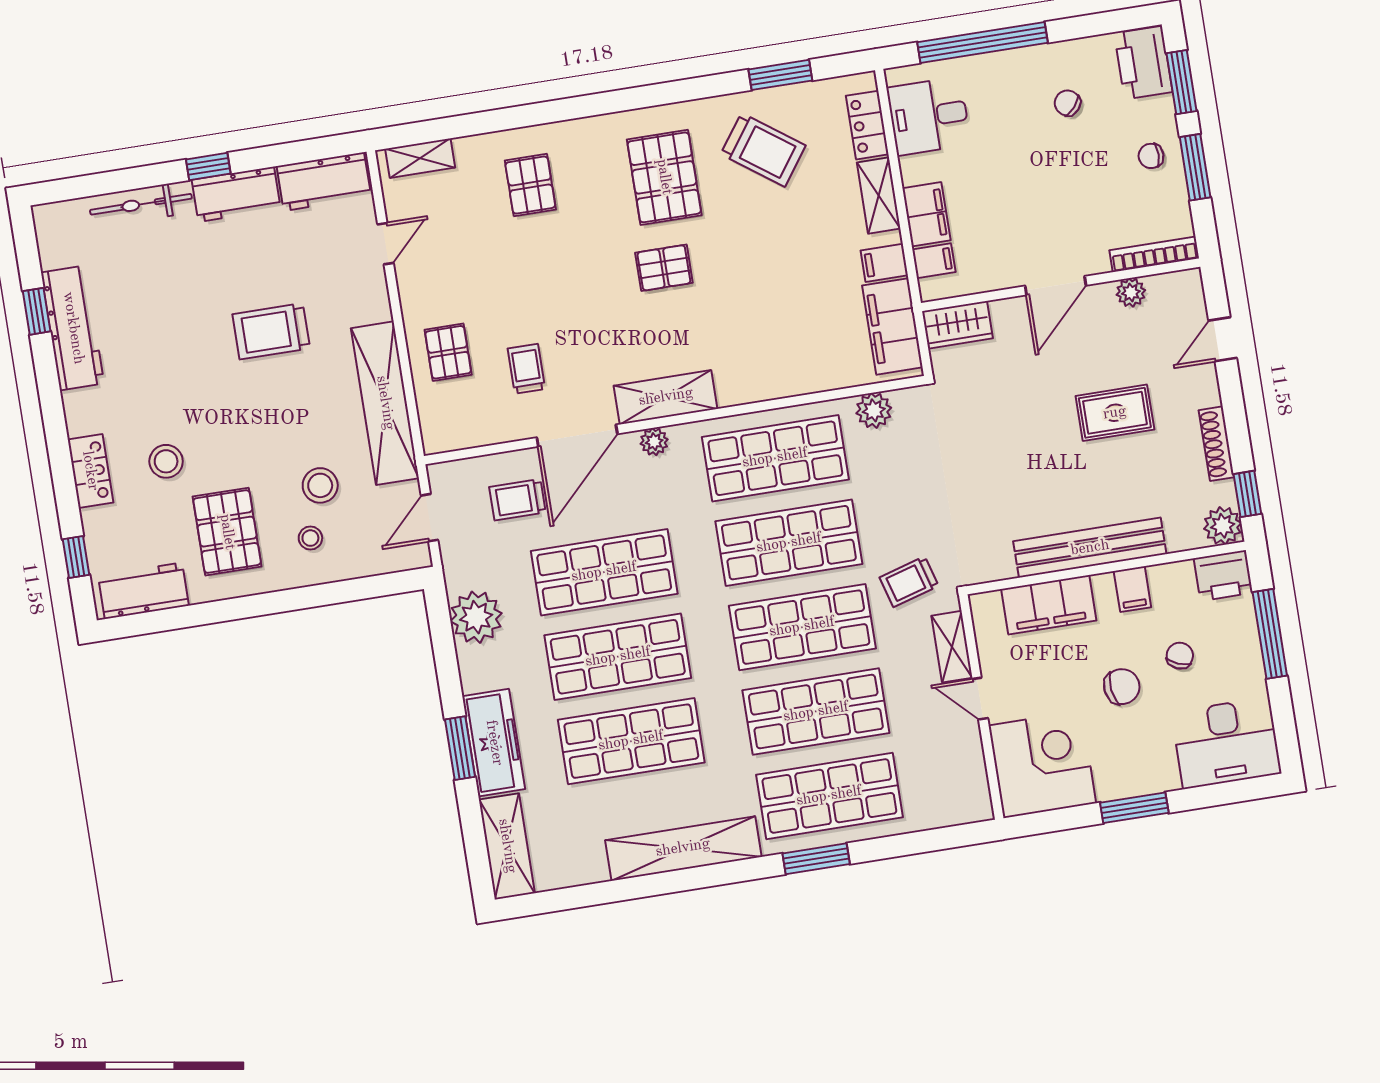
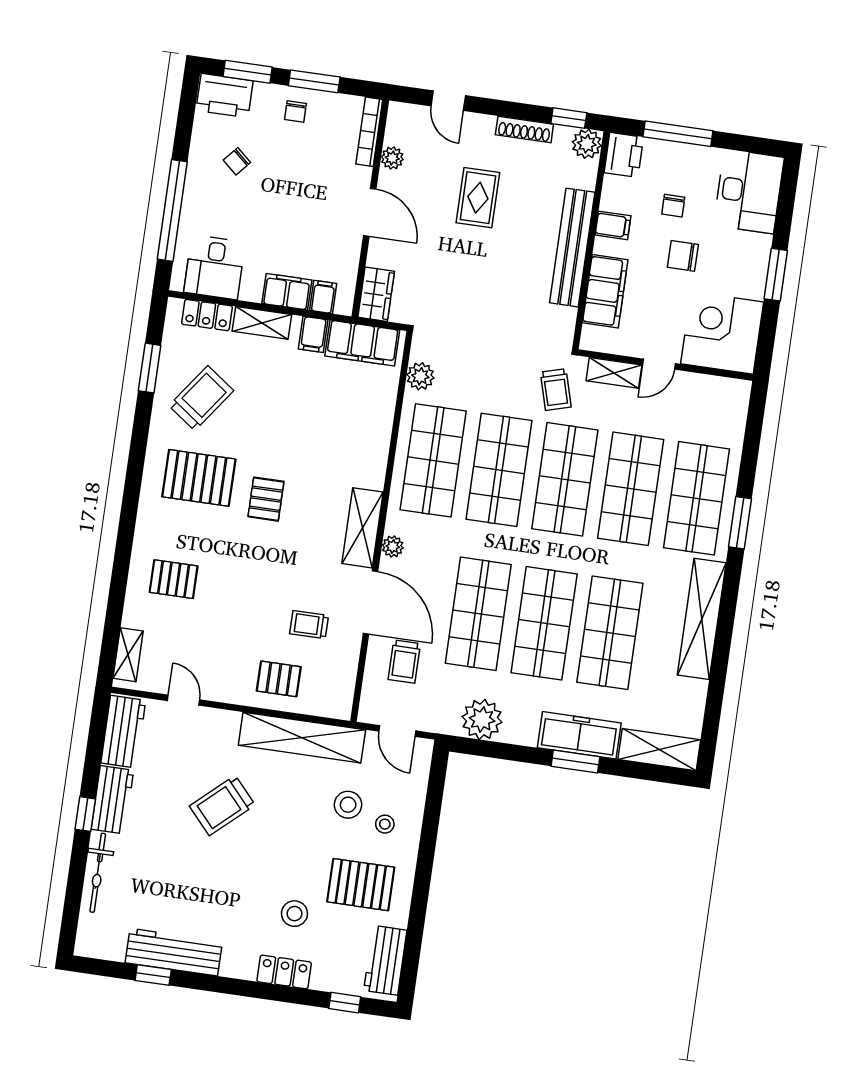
trolley: (271, 331) -> (222, 805), turned 48
chair: (1180, 656) -> (673, 206), turned -112
chair: (1122, 687) -> (683, 256), turned -83

